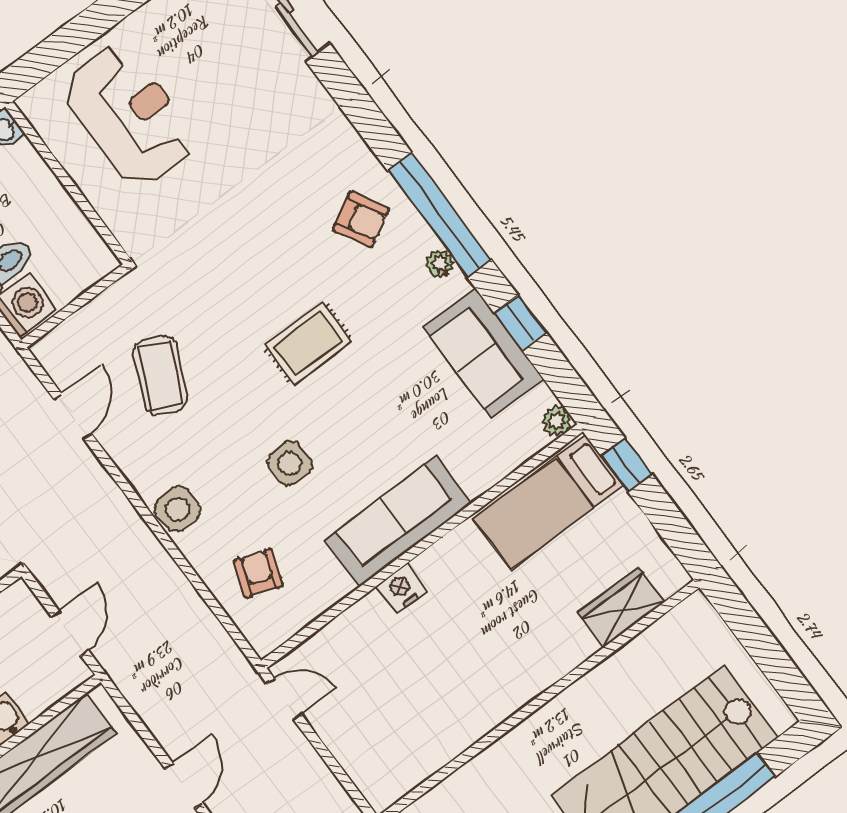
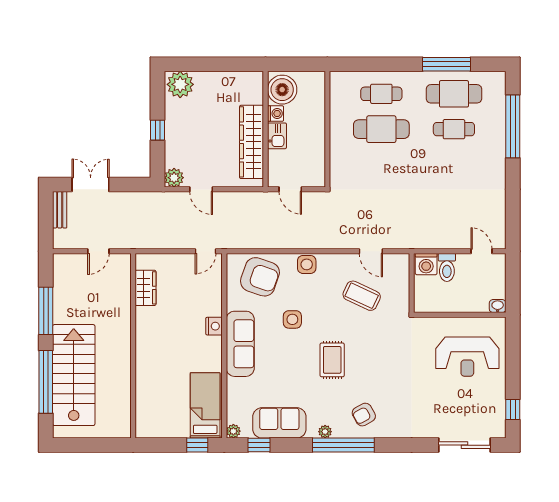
window: (520, 323) -> (259, 445), moved
armchair: (258, 573) -> (260, 277), width x1.88, depth x1.88
wardrobe: (621, 607) -> (145, 288), moved

